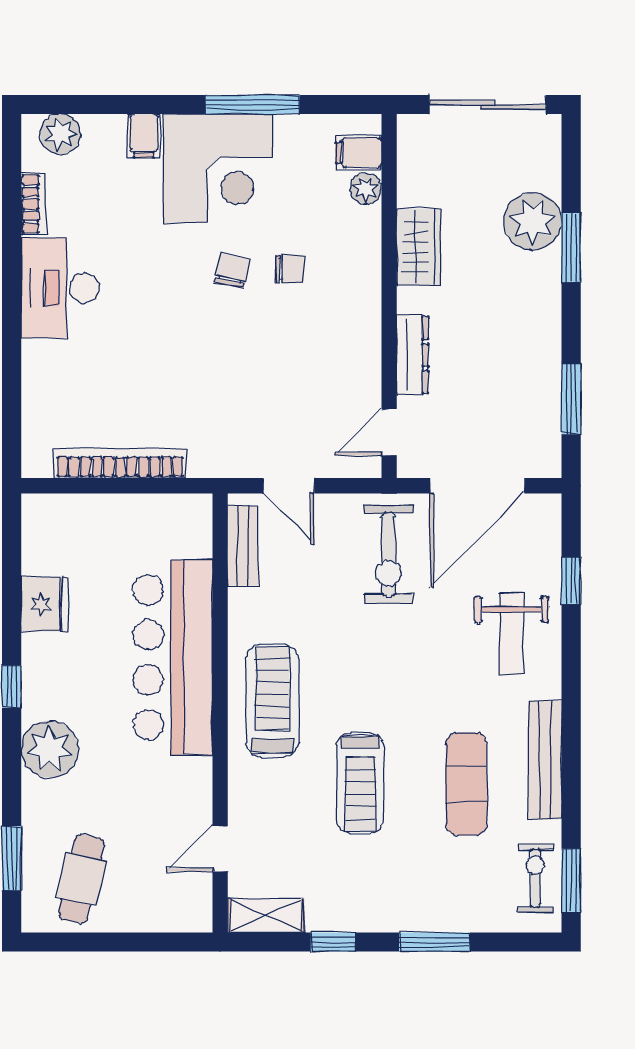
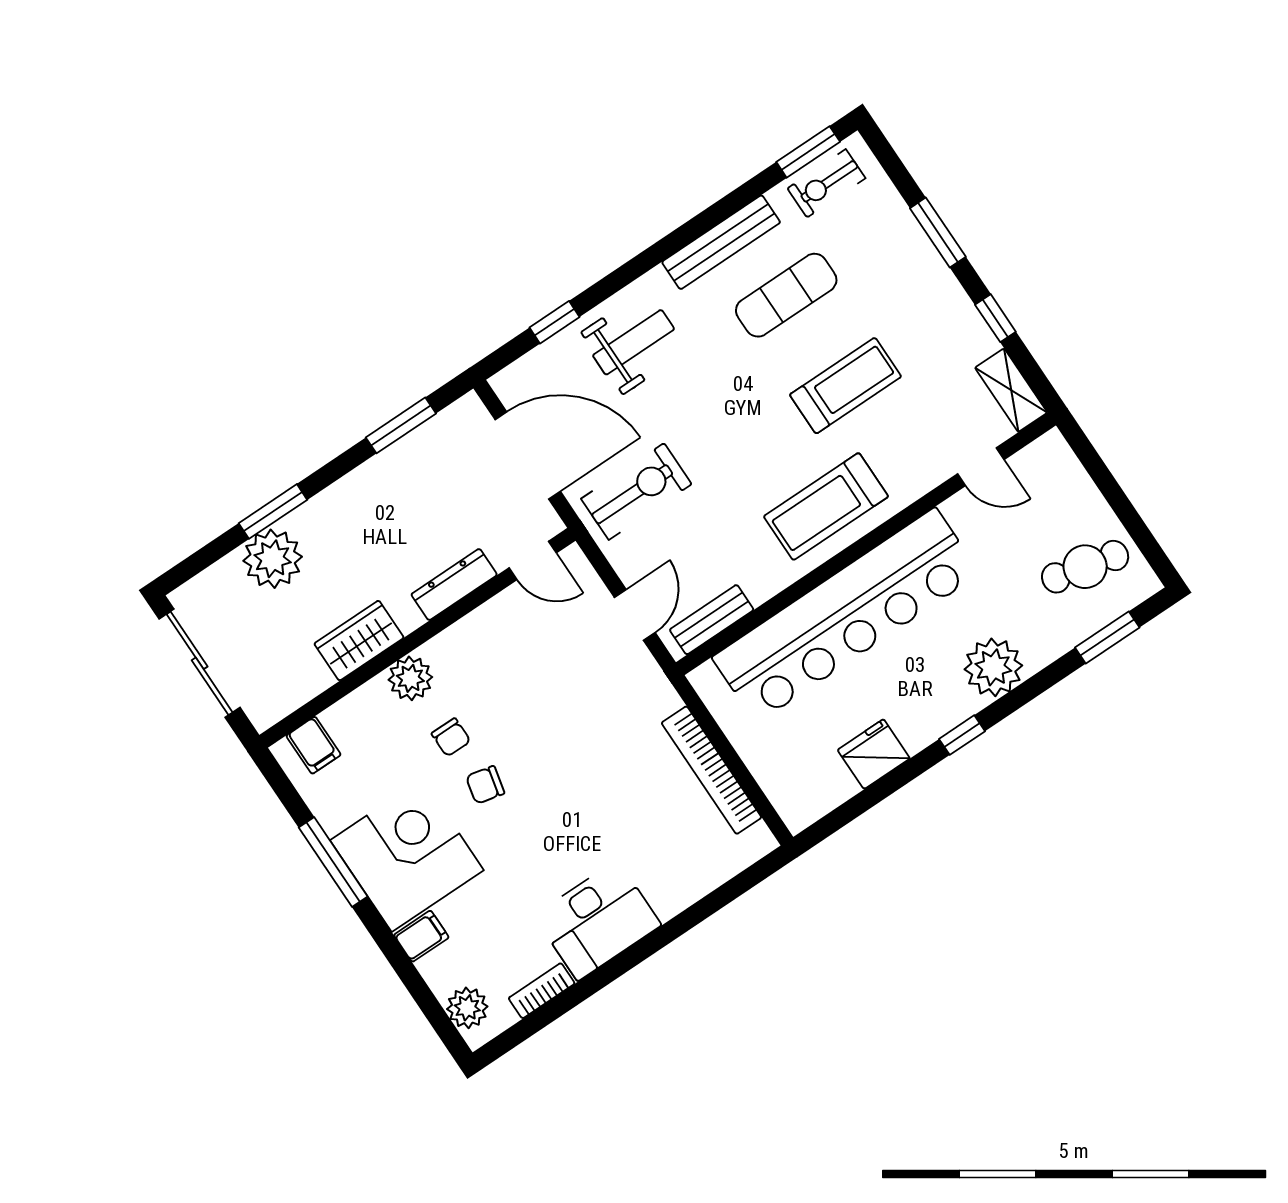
plant: (366, 189) -> (410, 678), moved, width x1.38, depth x1.38
chair: (290, 269) -> (451, 737), turned 180
bar counter: (173, 657) -> (846, 615), width x1.36

